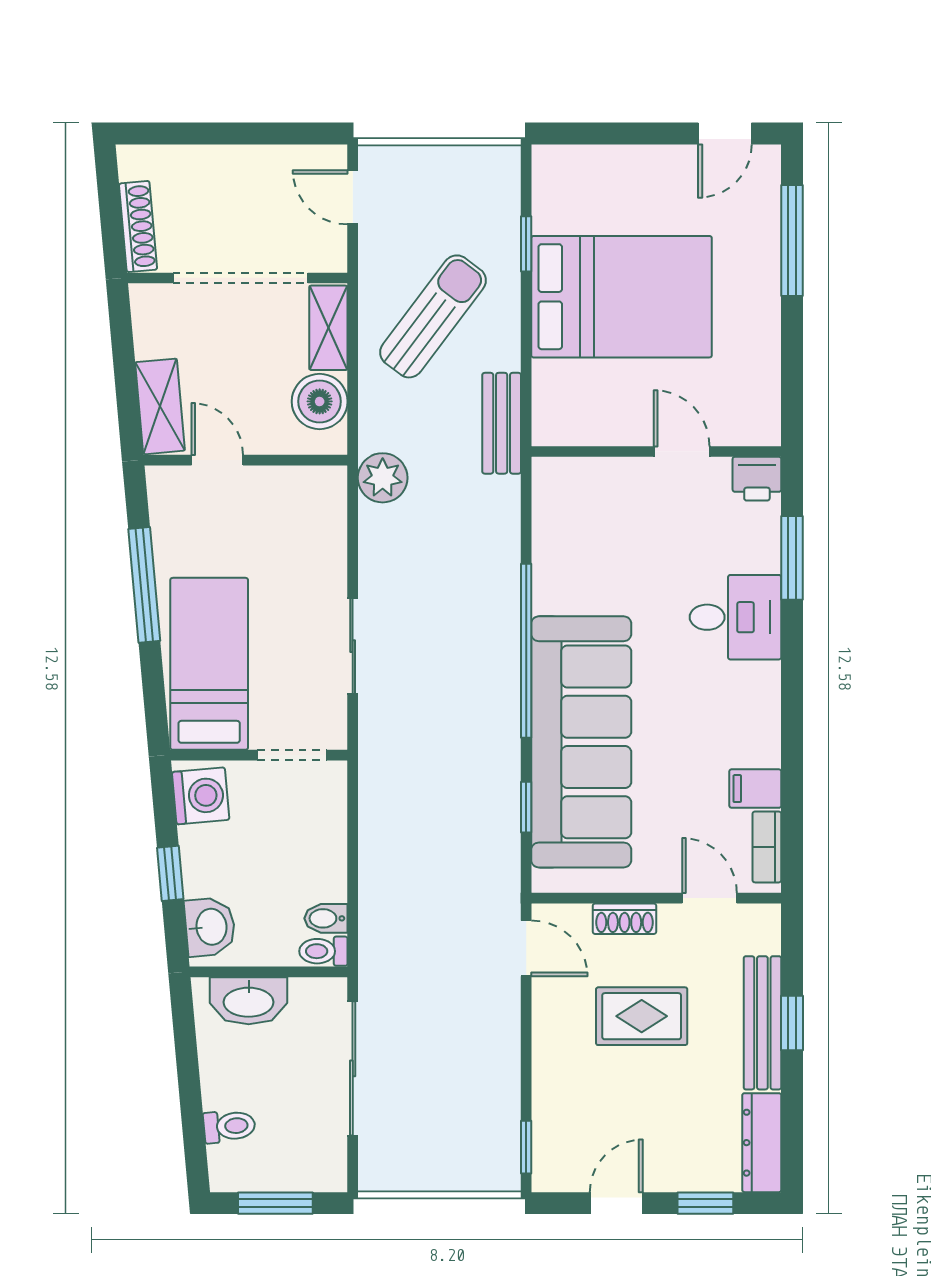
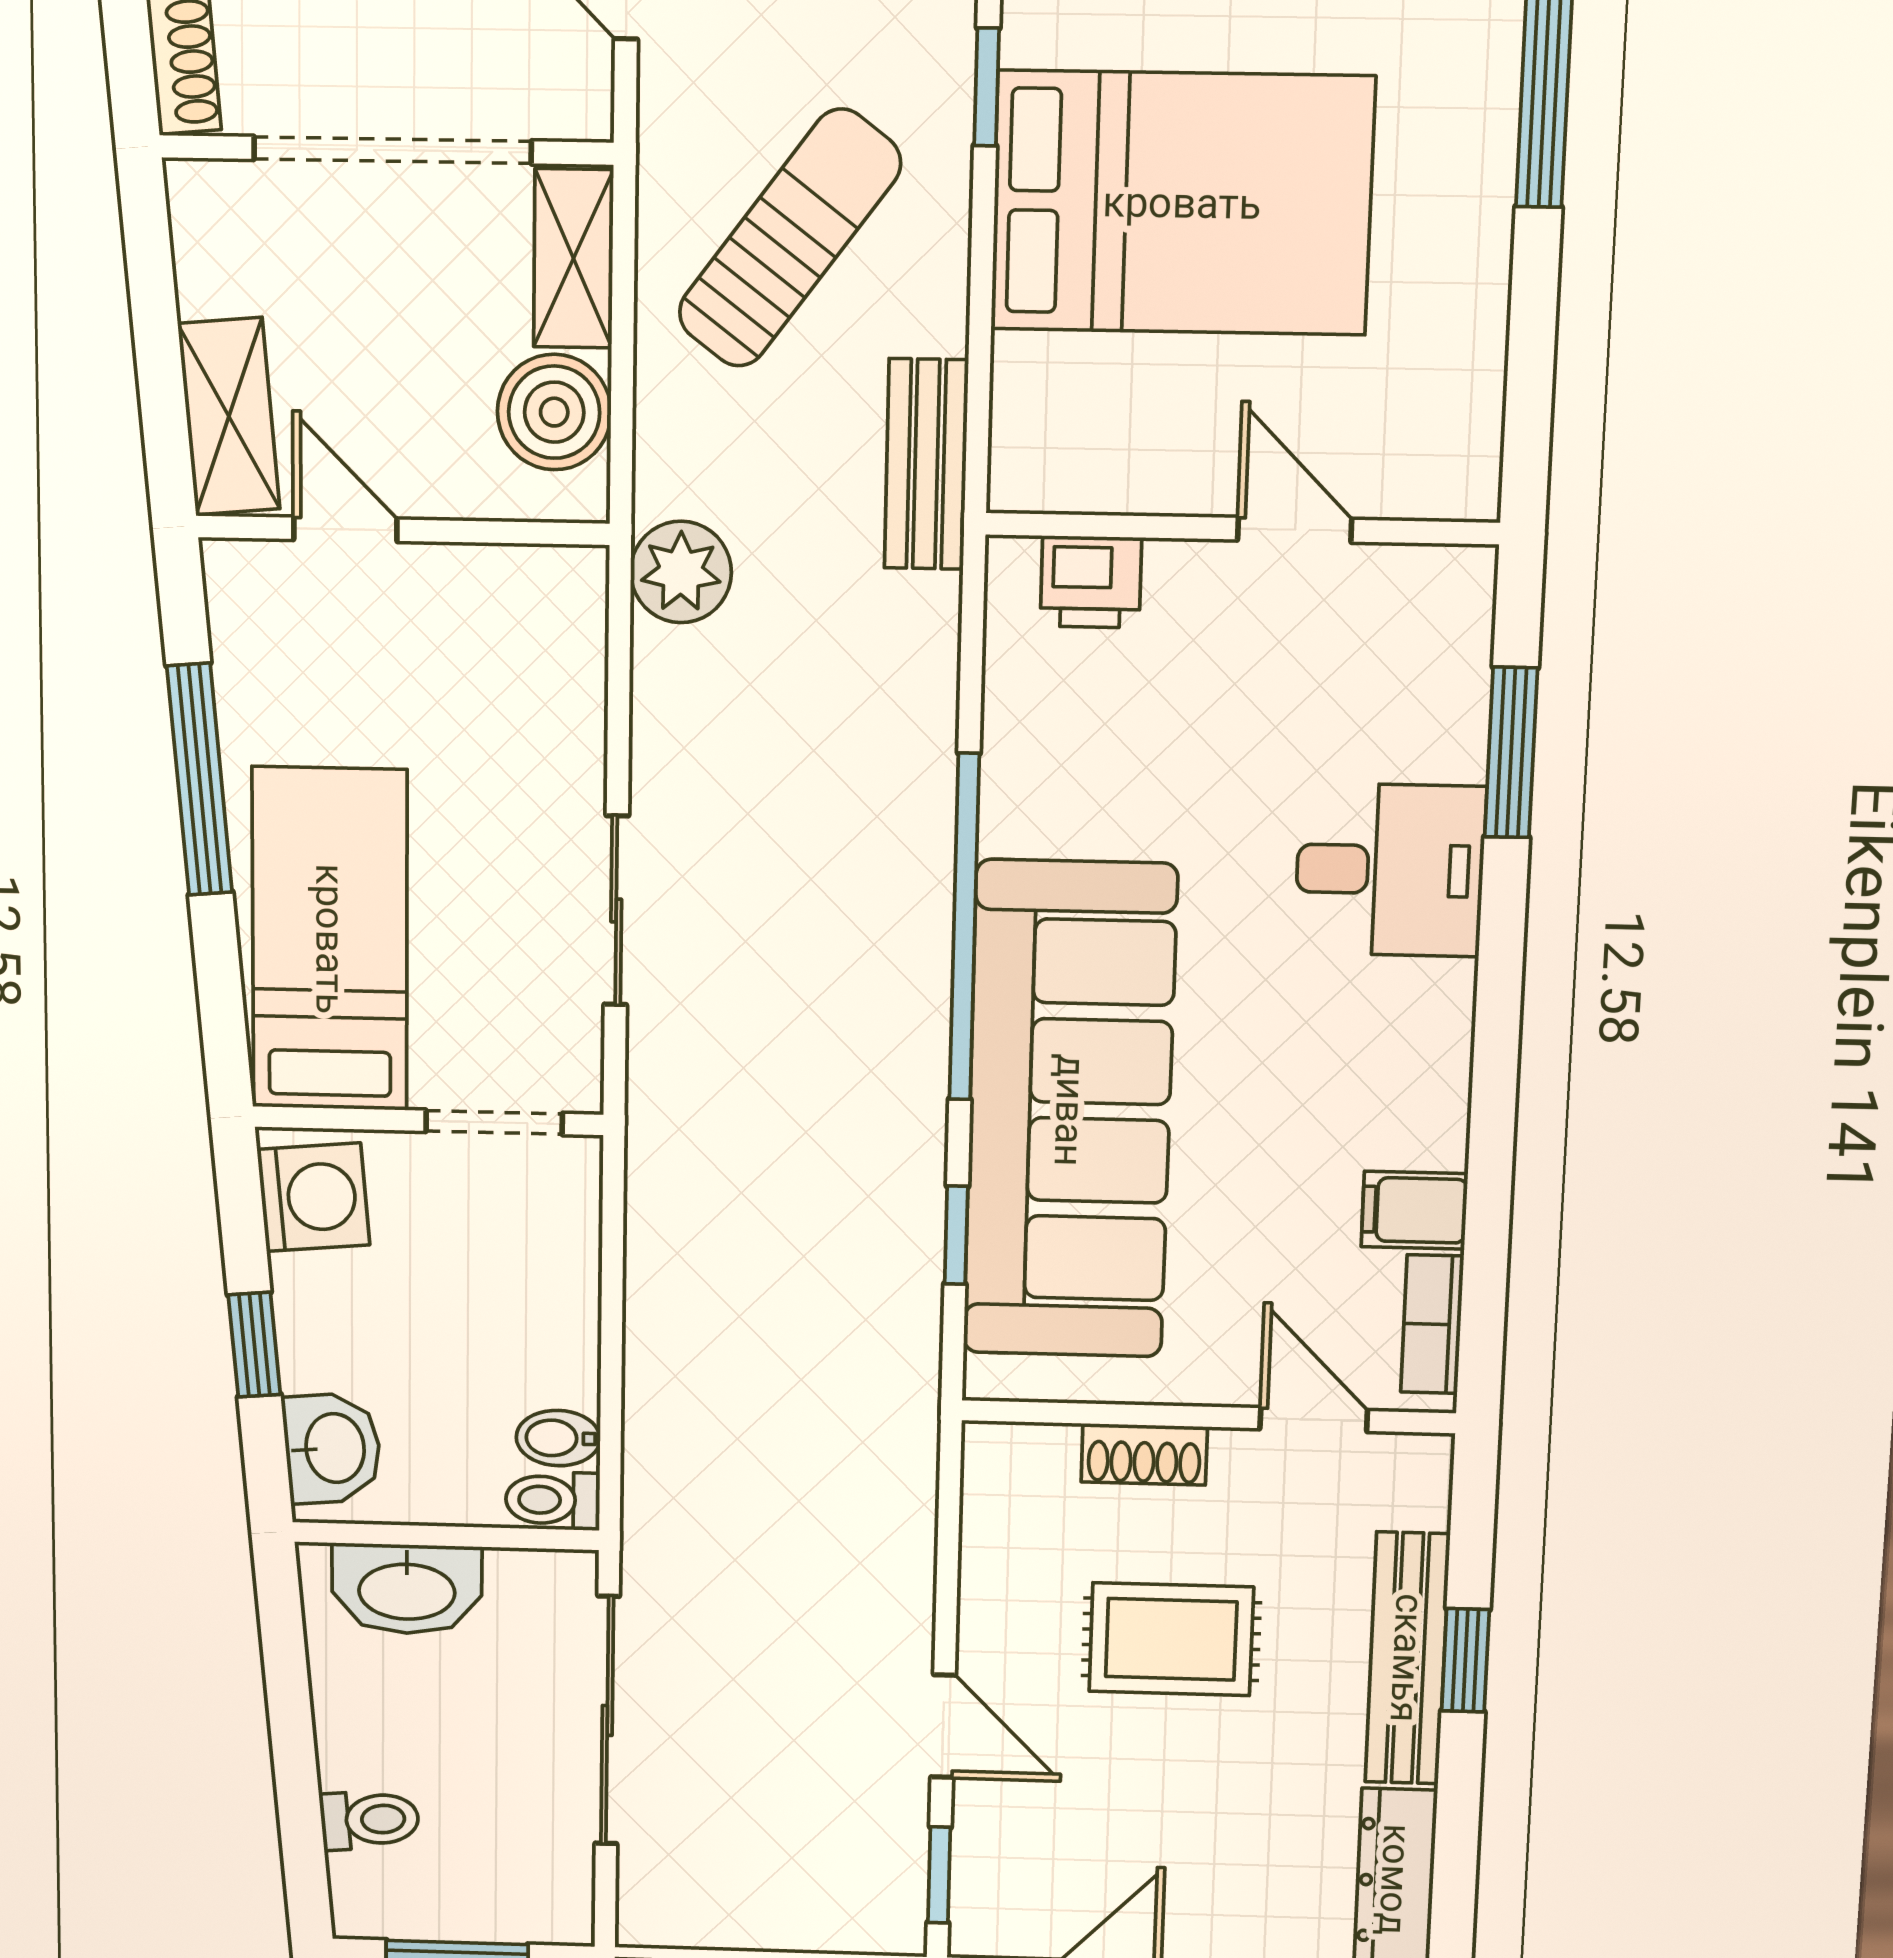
printer: (757, 479) -> (1091, 582), moved
door: (526, 948) -> (943, 1726), moved

